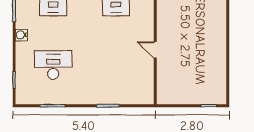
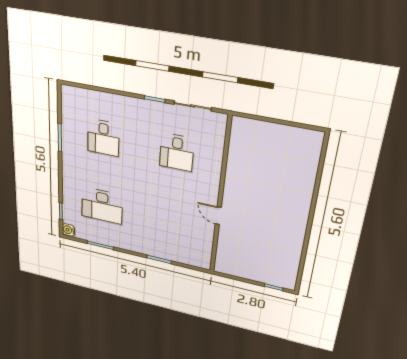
water cooler: (21, 35) -> (68, 230), moved
desk: (53, 65) -> (102, 206), turned 180

